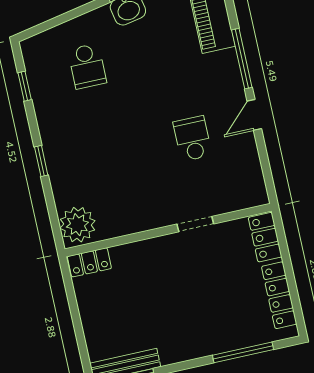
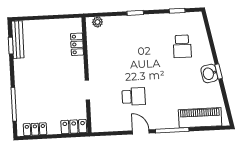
school desk: (87, 66) -> (182, 46), turned -90
plant: (77, 225) -> (97, 22), width x0.53, depth x0.53
locker: (89, 262) -> (77, 44), moved
locker: (279, 295) -> (35, 129), width x0.66

